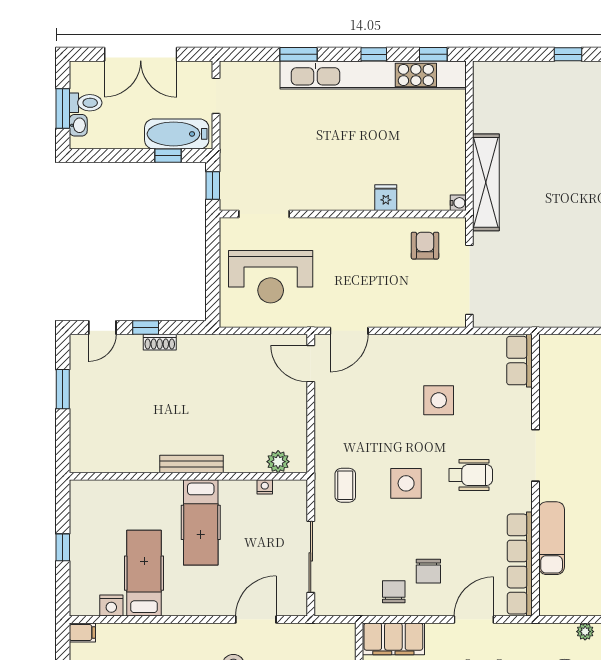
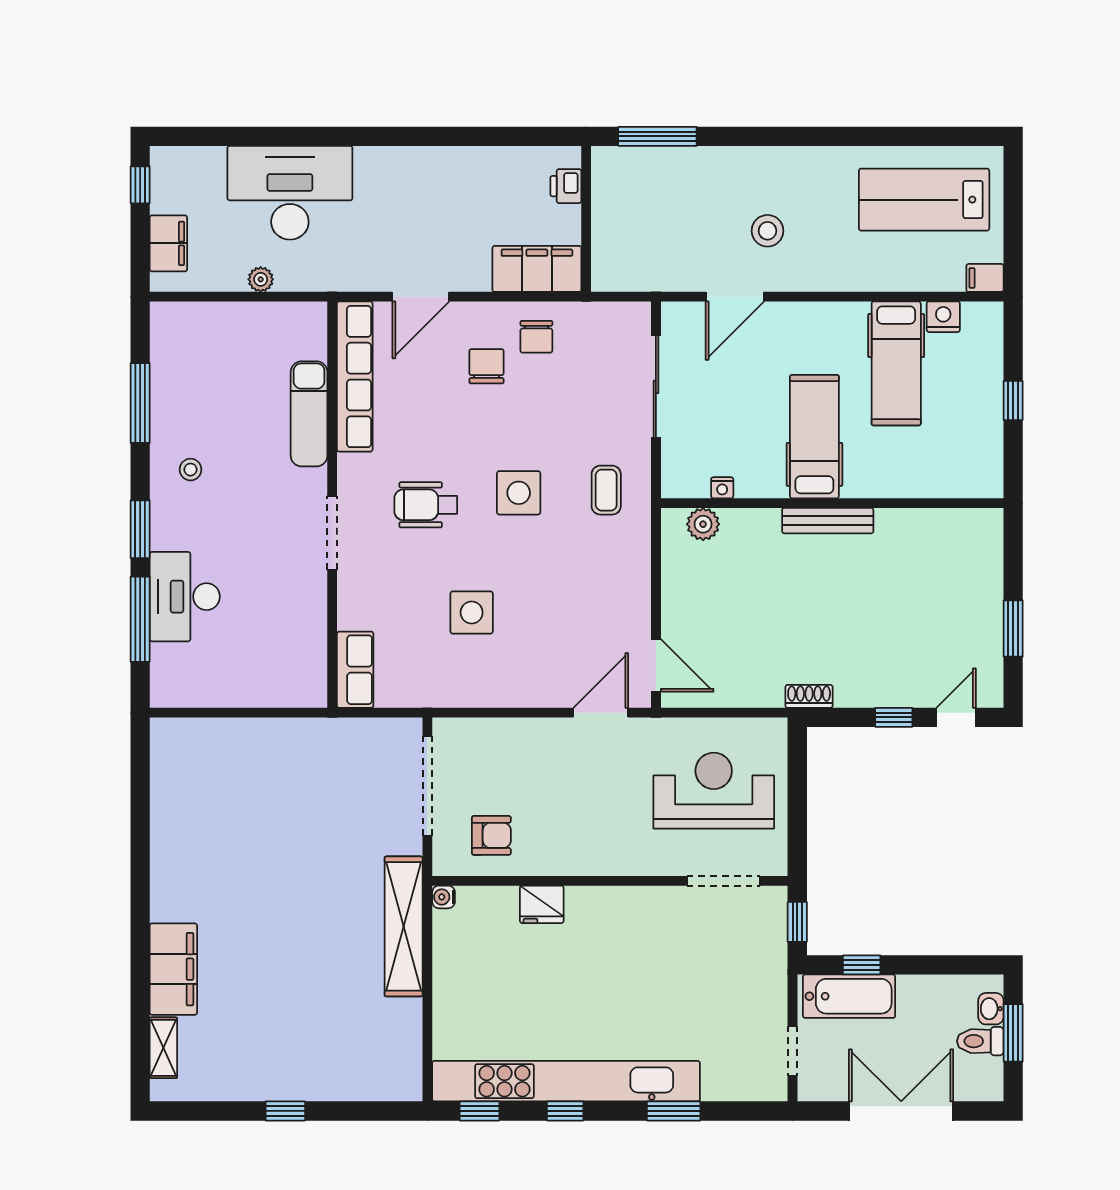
fridge: (386, 198) -> (542, 904), width x1.38
armchair: (425, 246) -> (491, 835), turned -90
shoe rack: (160, 342) -> (809, 696), moved

